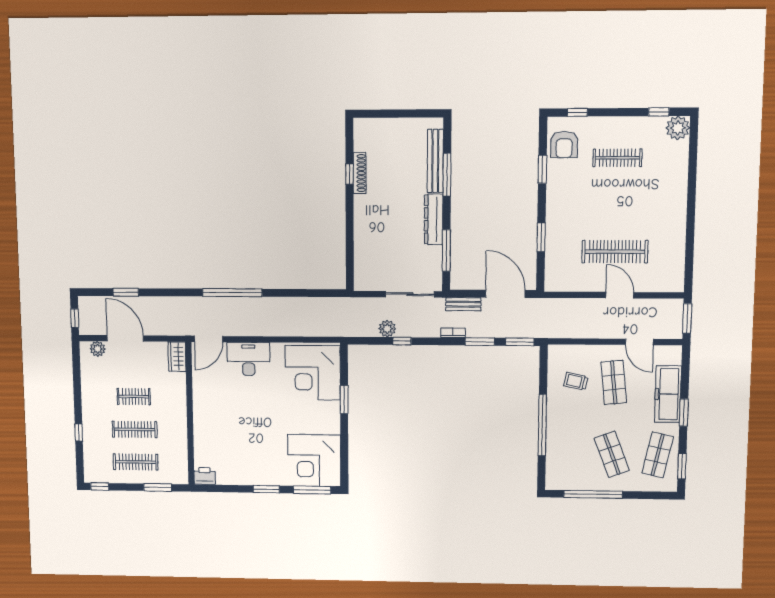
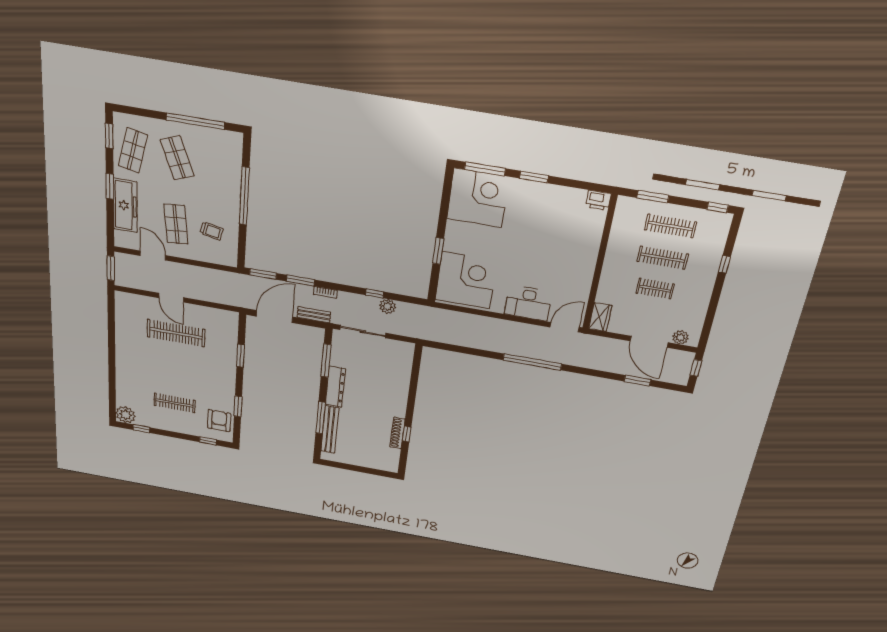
door: (505, 294) -> (274, 317), swing flipped

